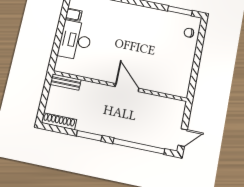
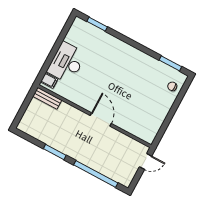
filing cabinet: (74, 15) -> (49, 81), moved
shoe rack: (59, 121) -> (32, 131), removed
door: (183, 138) -> (146, 161), moved

